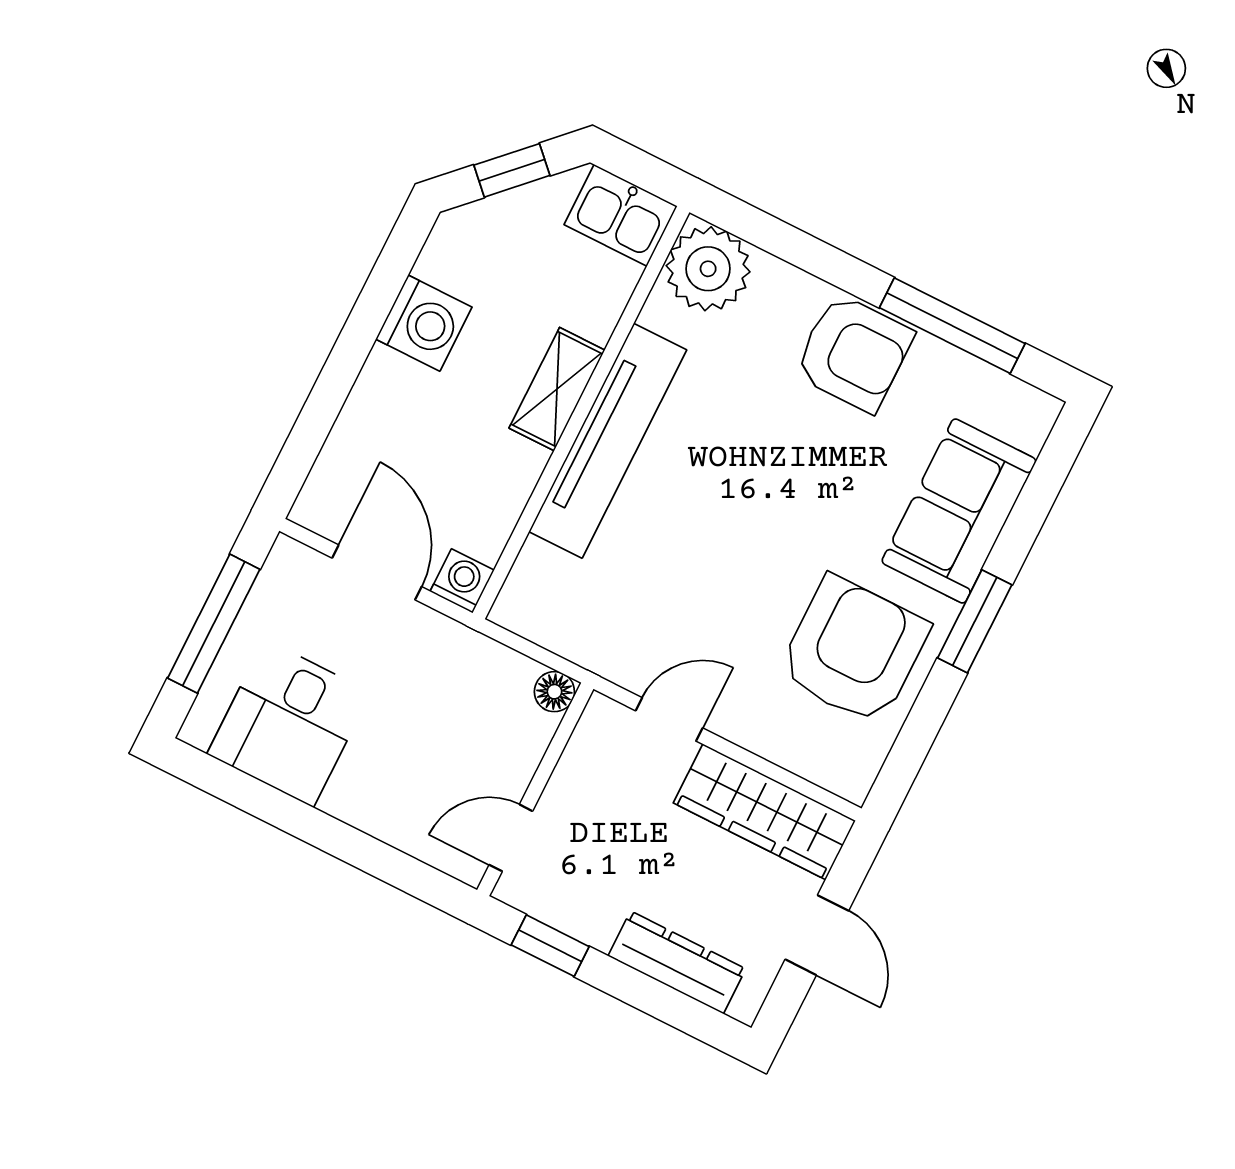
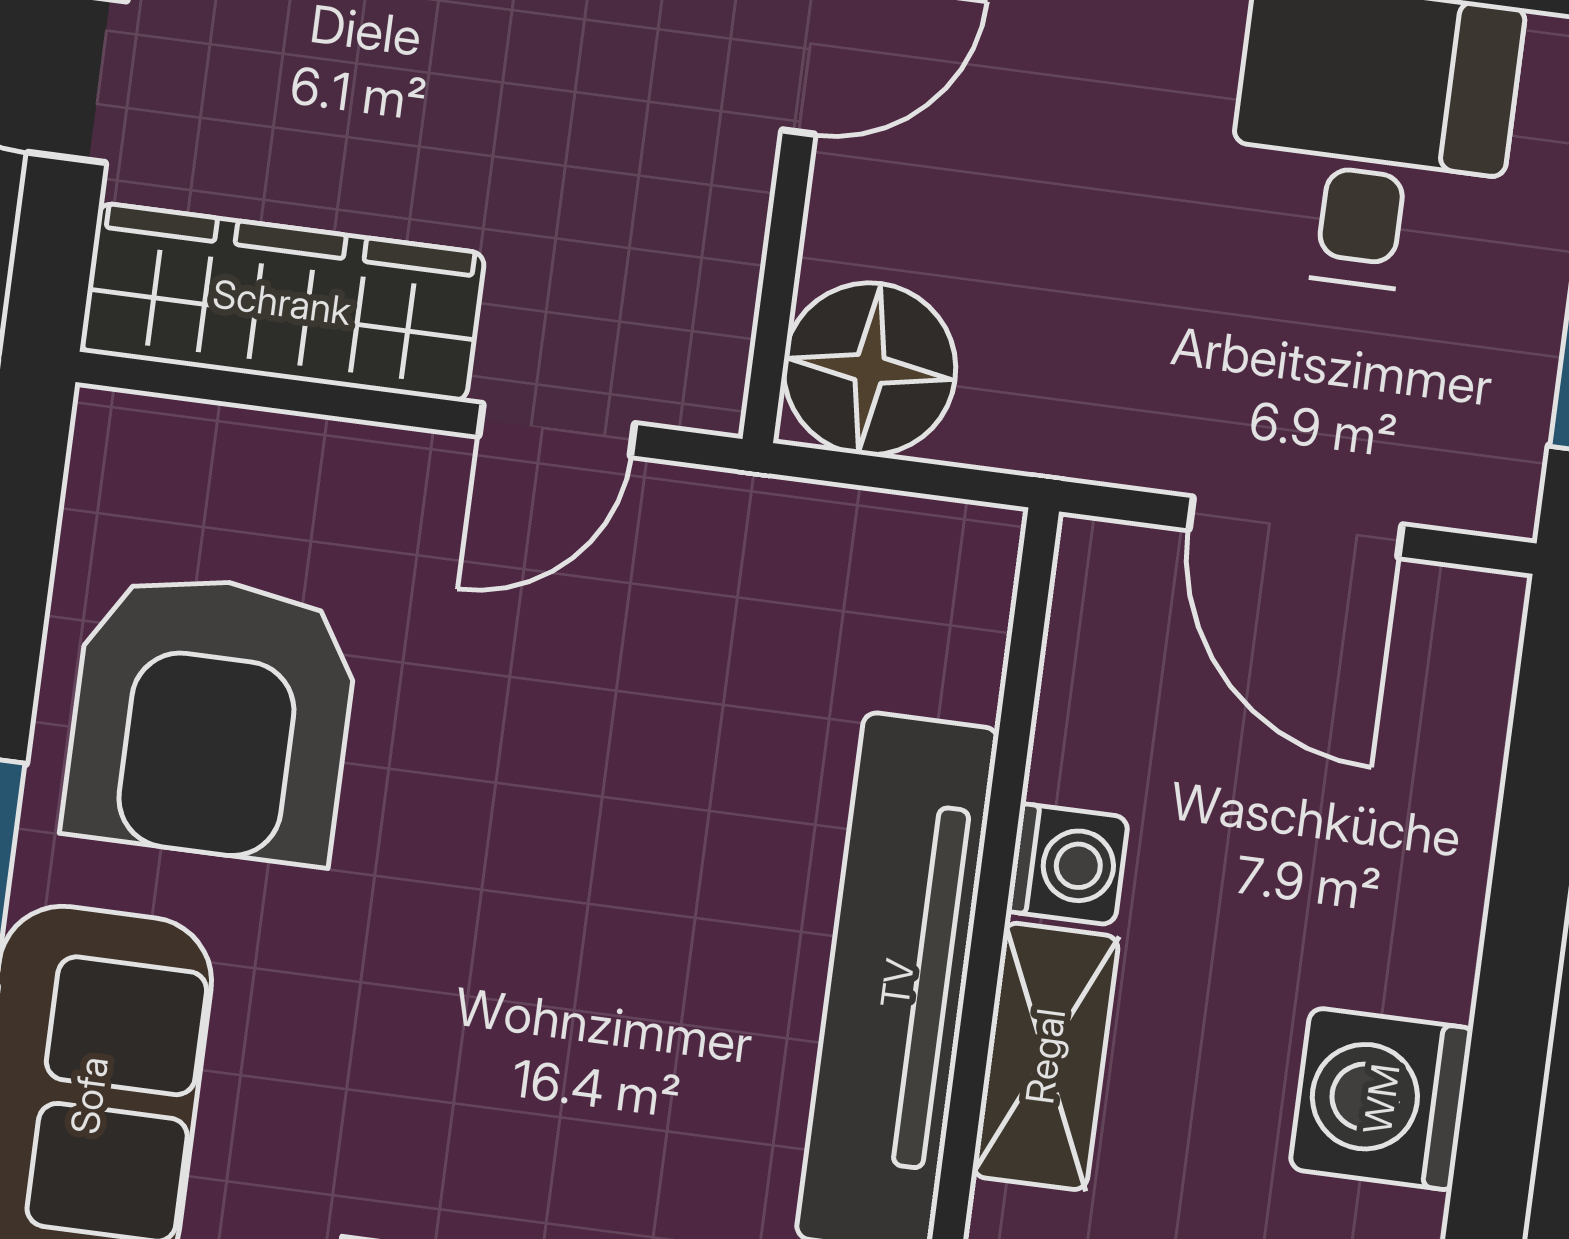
washing machine: (462, 581) -> (1067, 864), moved, turned -90
floor lamp: (554, 692) -> (870, 369), width x1.89, depth x1.89

